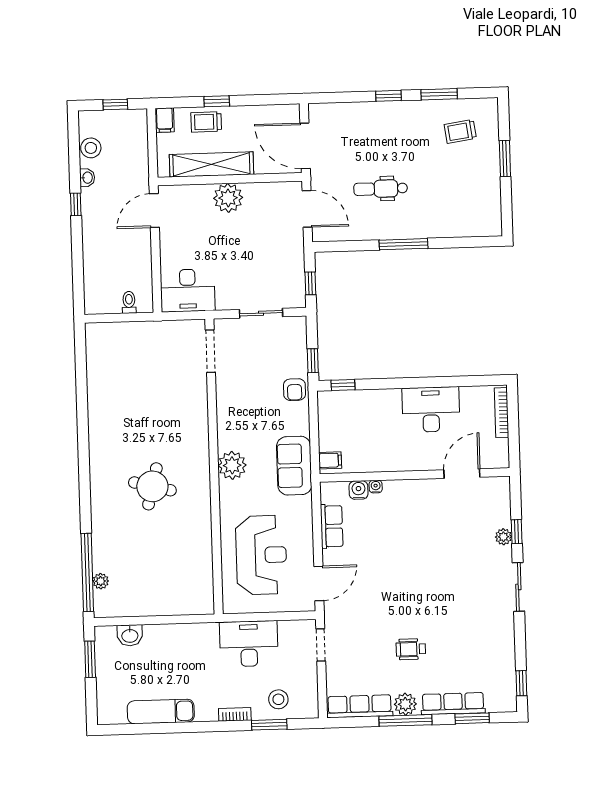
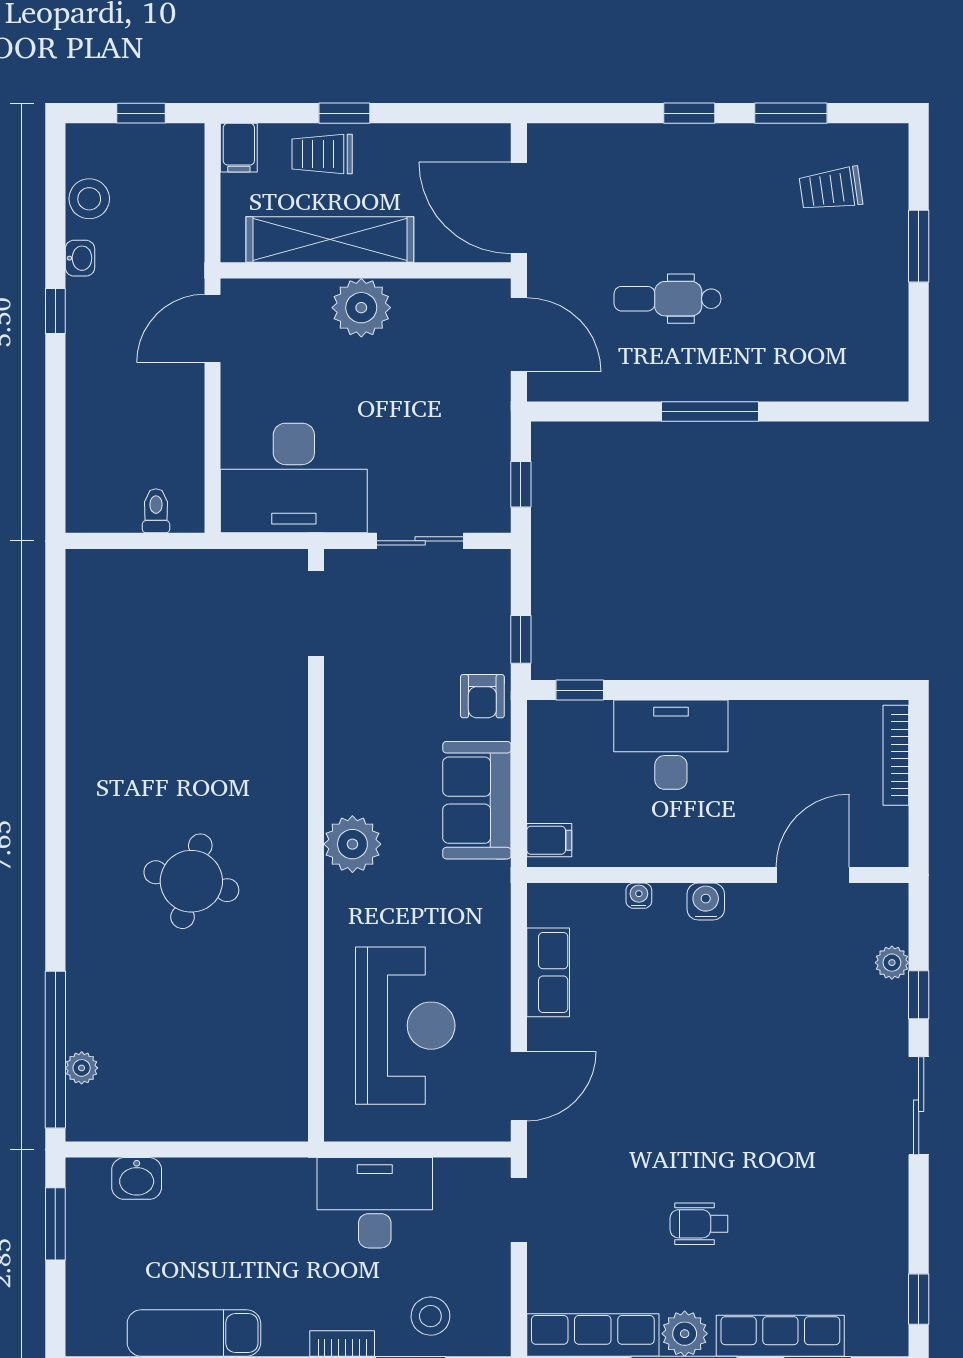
desk: (188, 290) -> (294, 478), width x1.36, depth x1.30
desk: (431, 410) -> (671, 745), moved
sofa: (294, 466) -> (477, 800), moved
water cooler: (359, 490) -> (706, 902), moved
plant: (503, 537) -> (892, 963), moved

